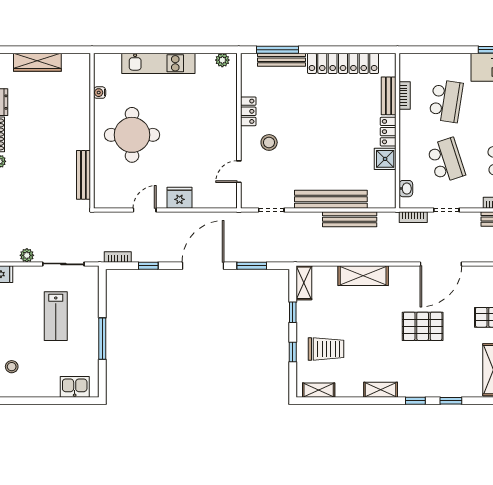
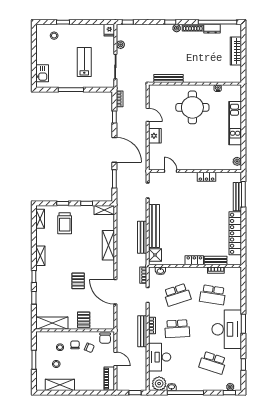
stool: (269, 142) -> (188, 189), removed
shower: (385, 159) -> (155, 255), moved
lab bench: (56, 316) -> (84, 62), turned 90
pallet: (423, 326) -> (78, 281), width x0.67, depth x0.71

